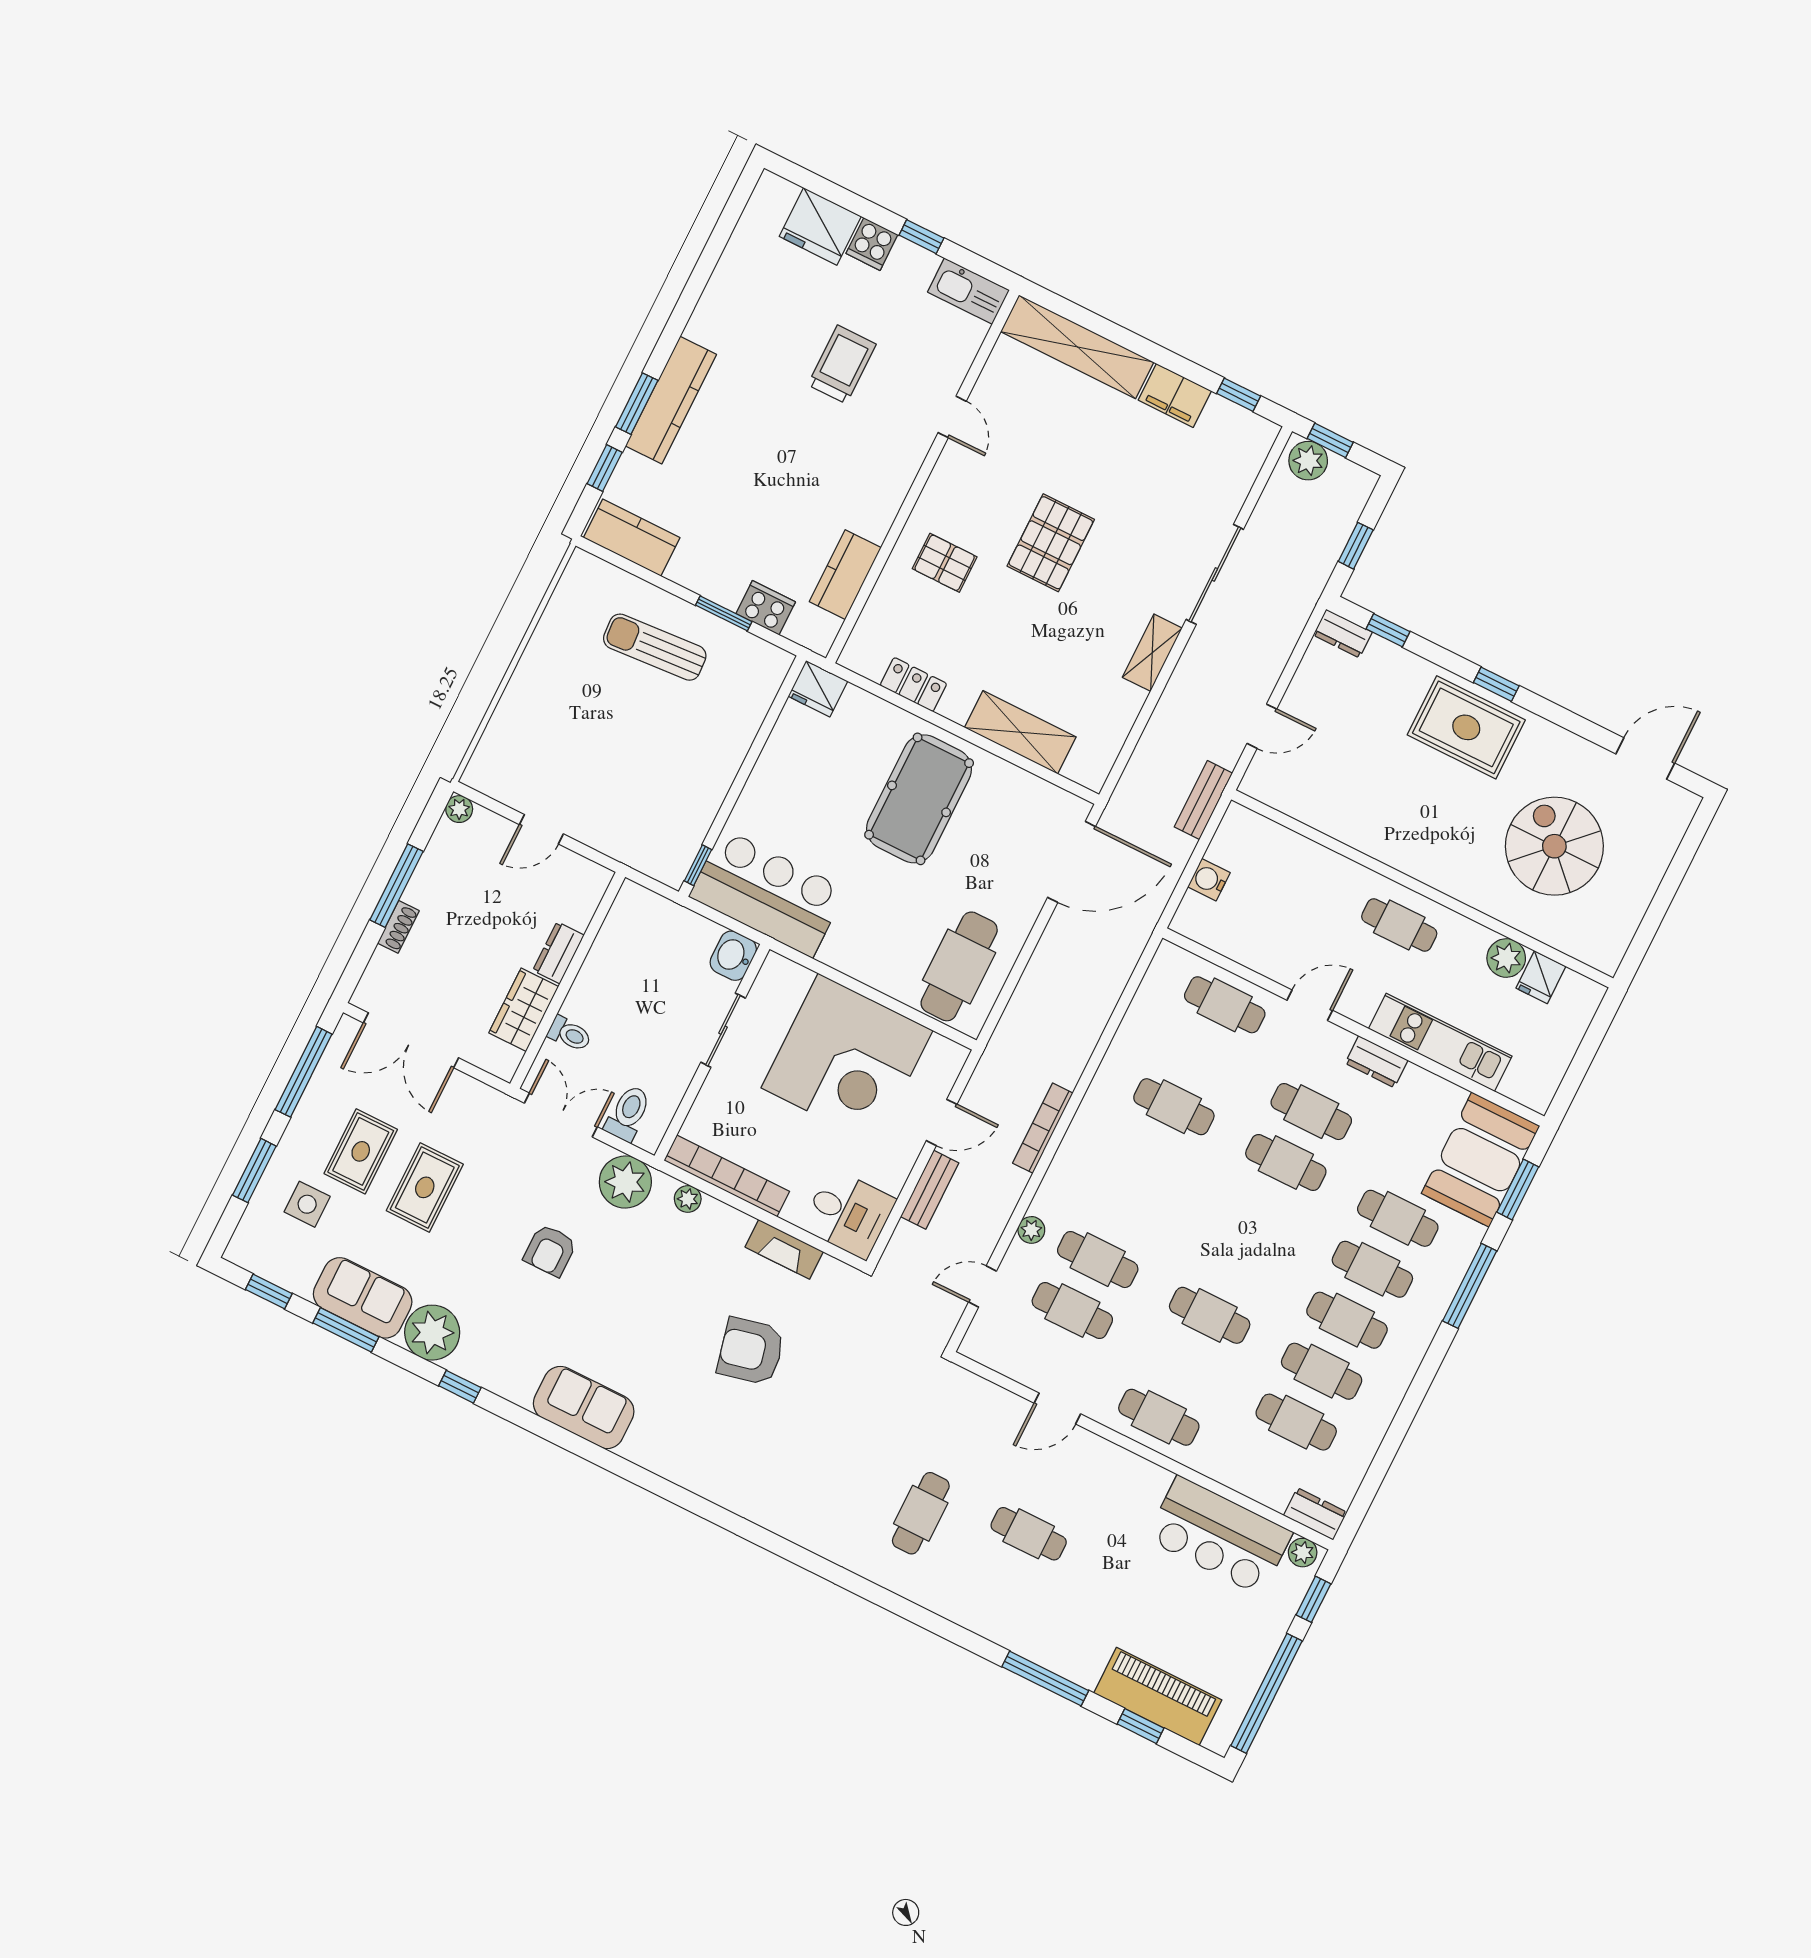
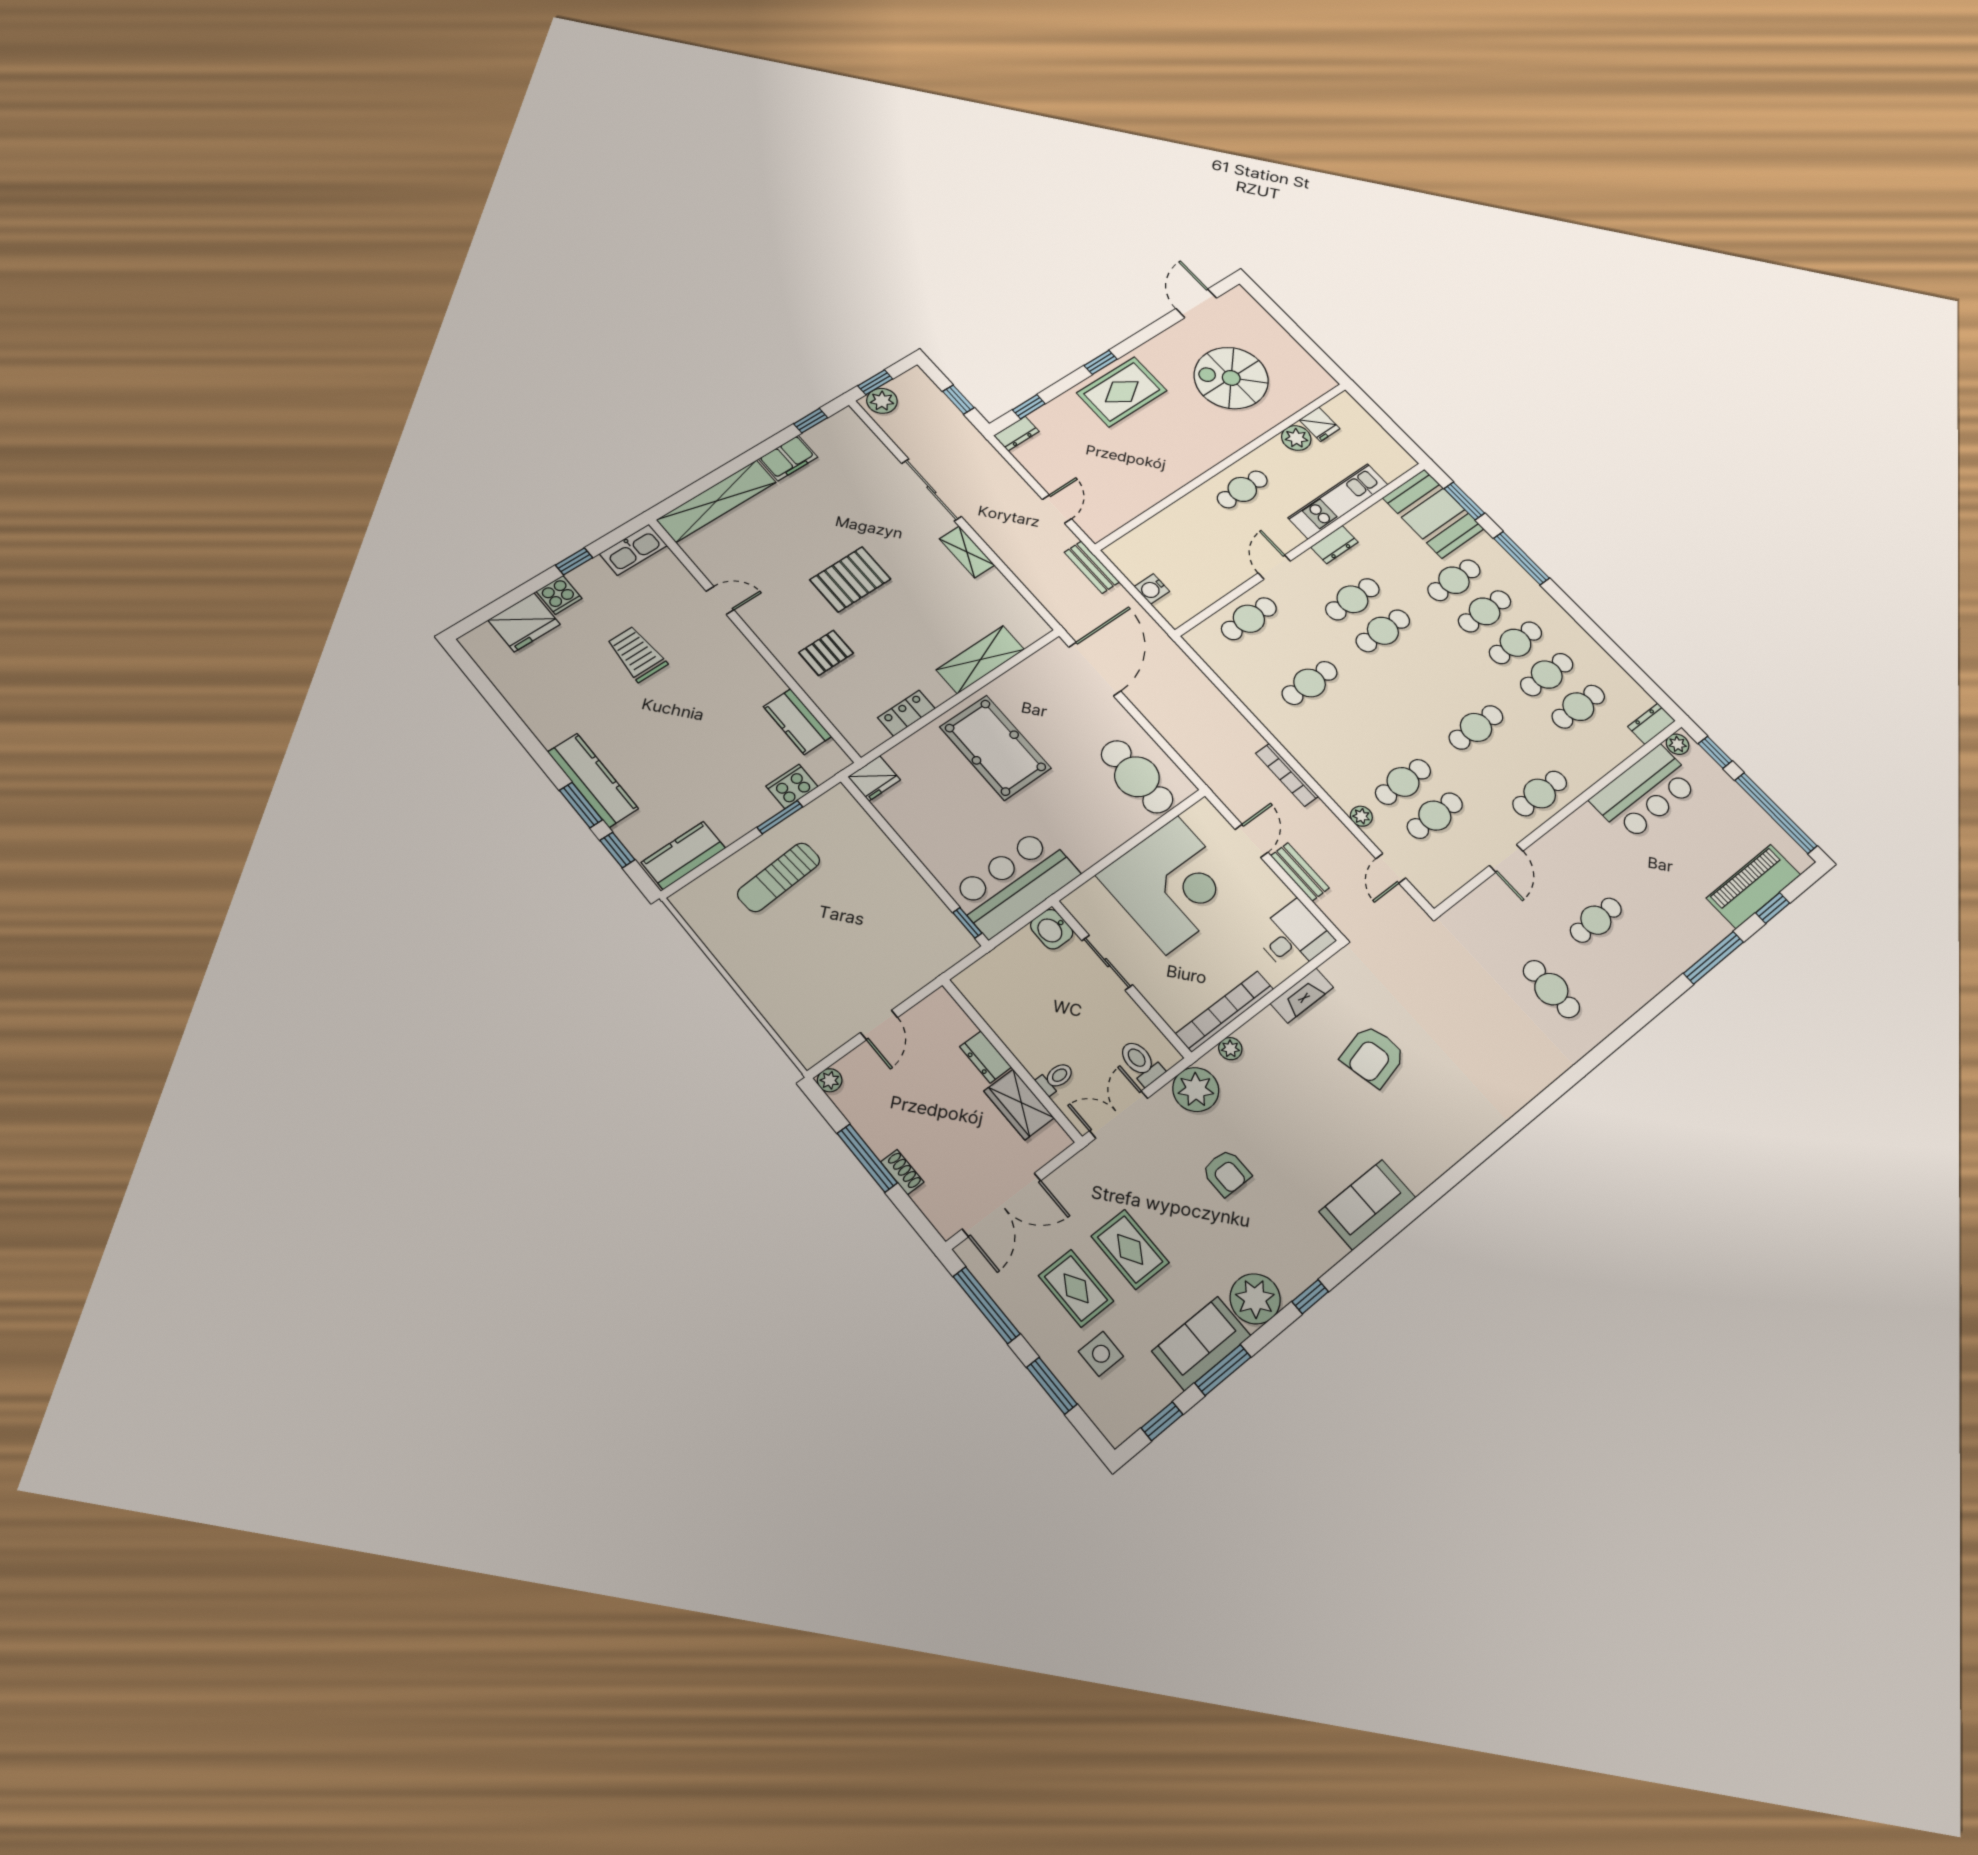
pallet: (1051, 543) -> (850, 579), turned 90

